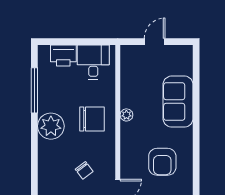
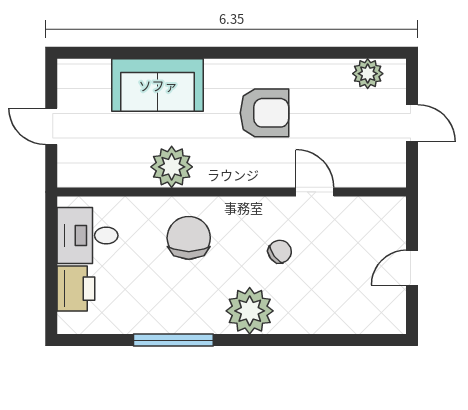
window: (34, 90) -> (173, 340), moved
plant: (126, 115) -> (172, 167), width x1.87, depth x1.87
plant: (51, 126) -> (250, 311), moved

